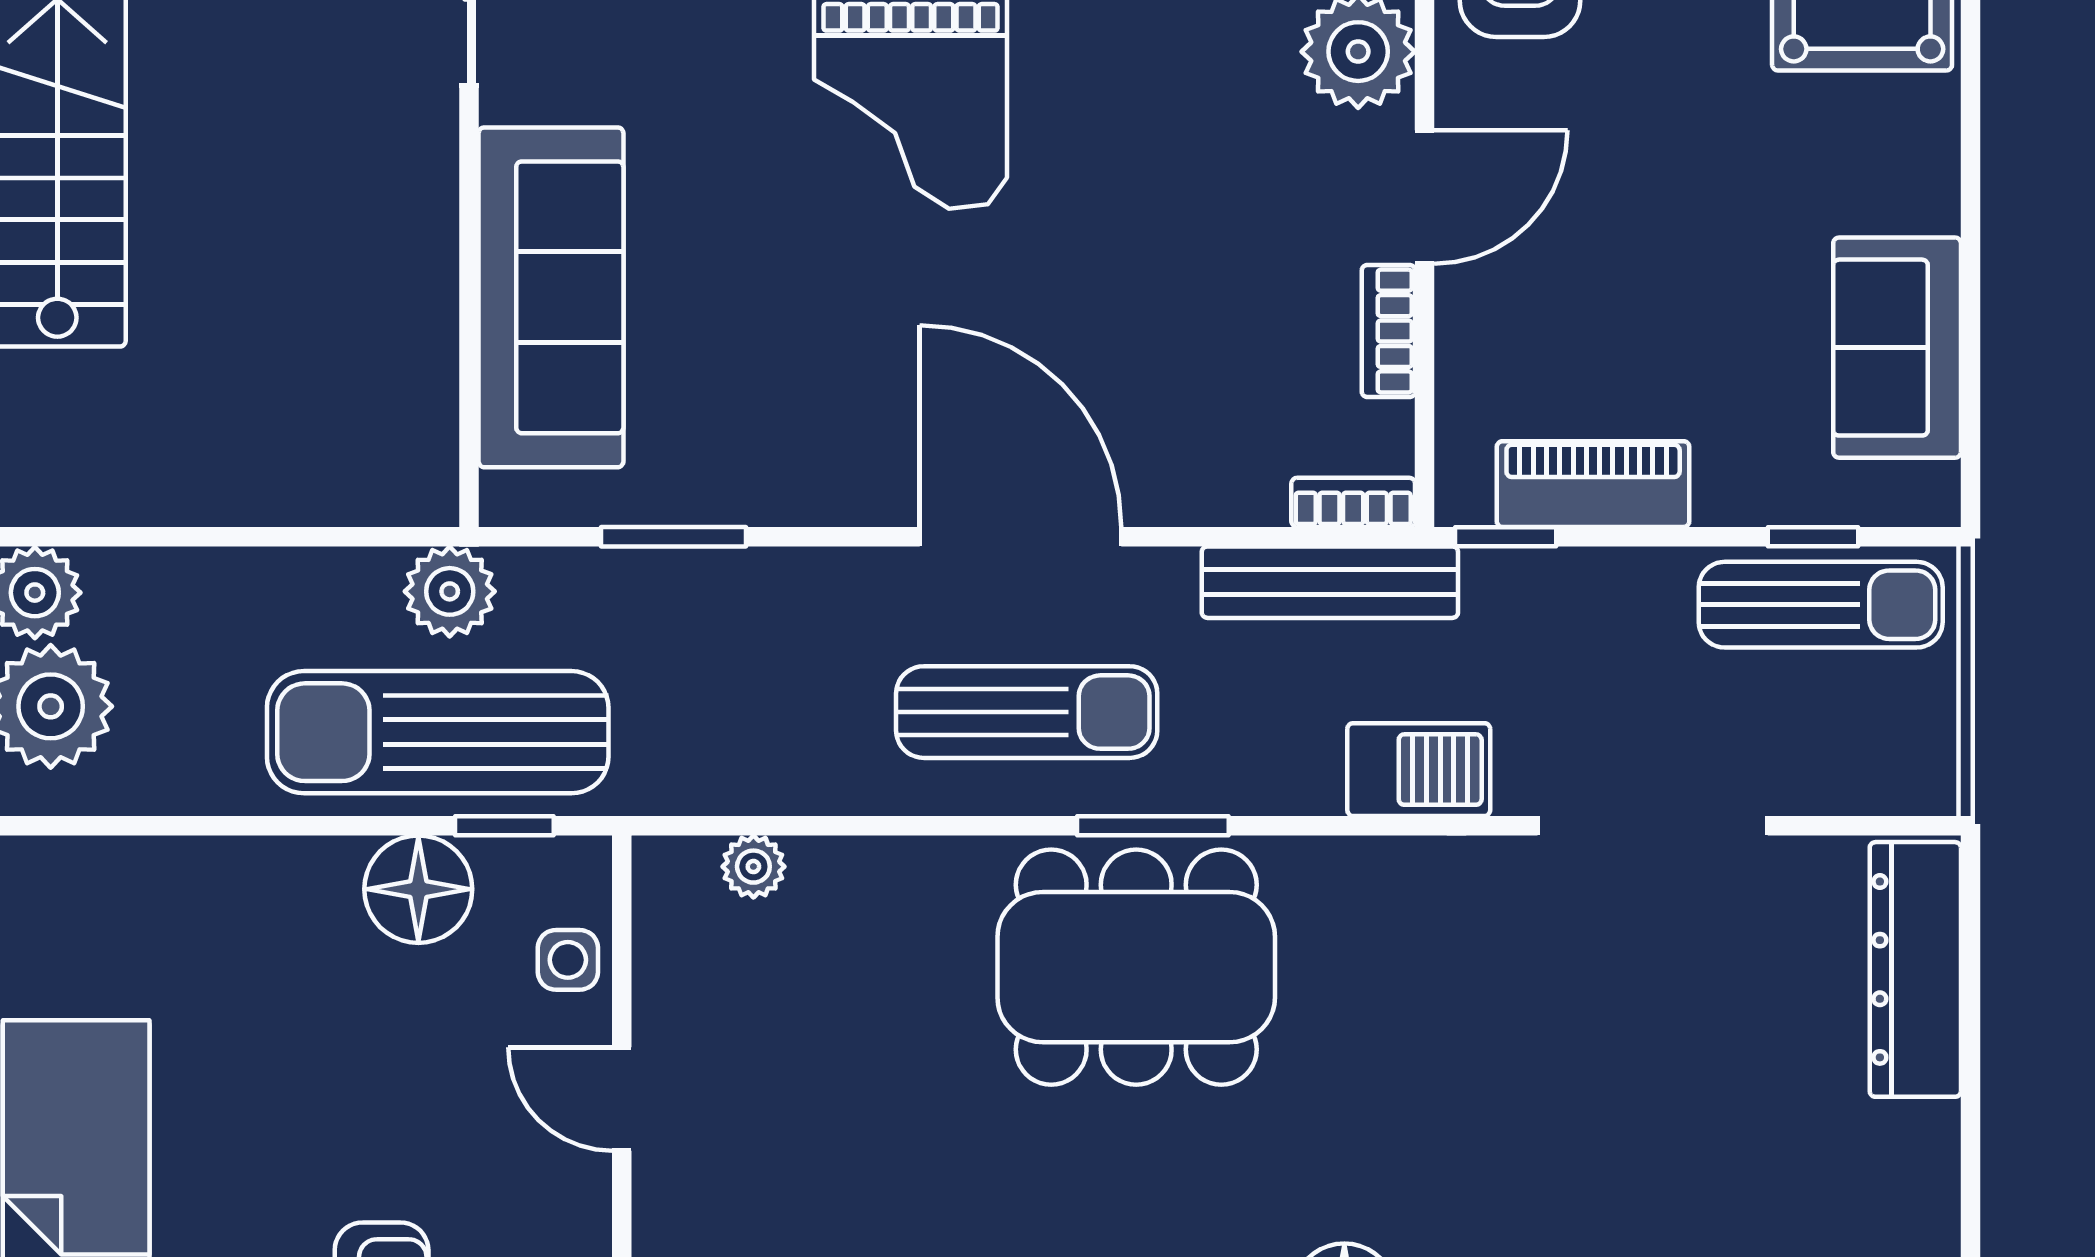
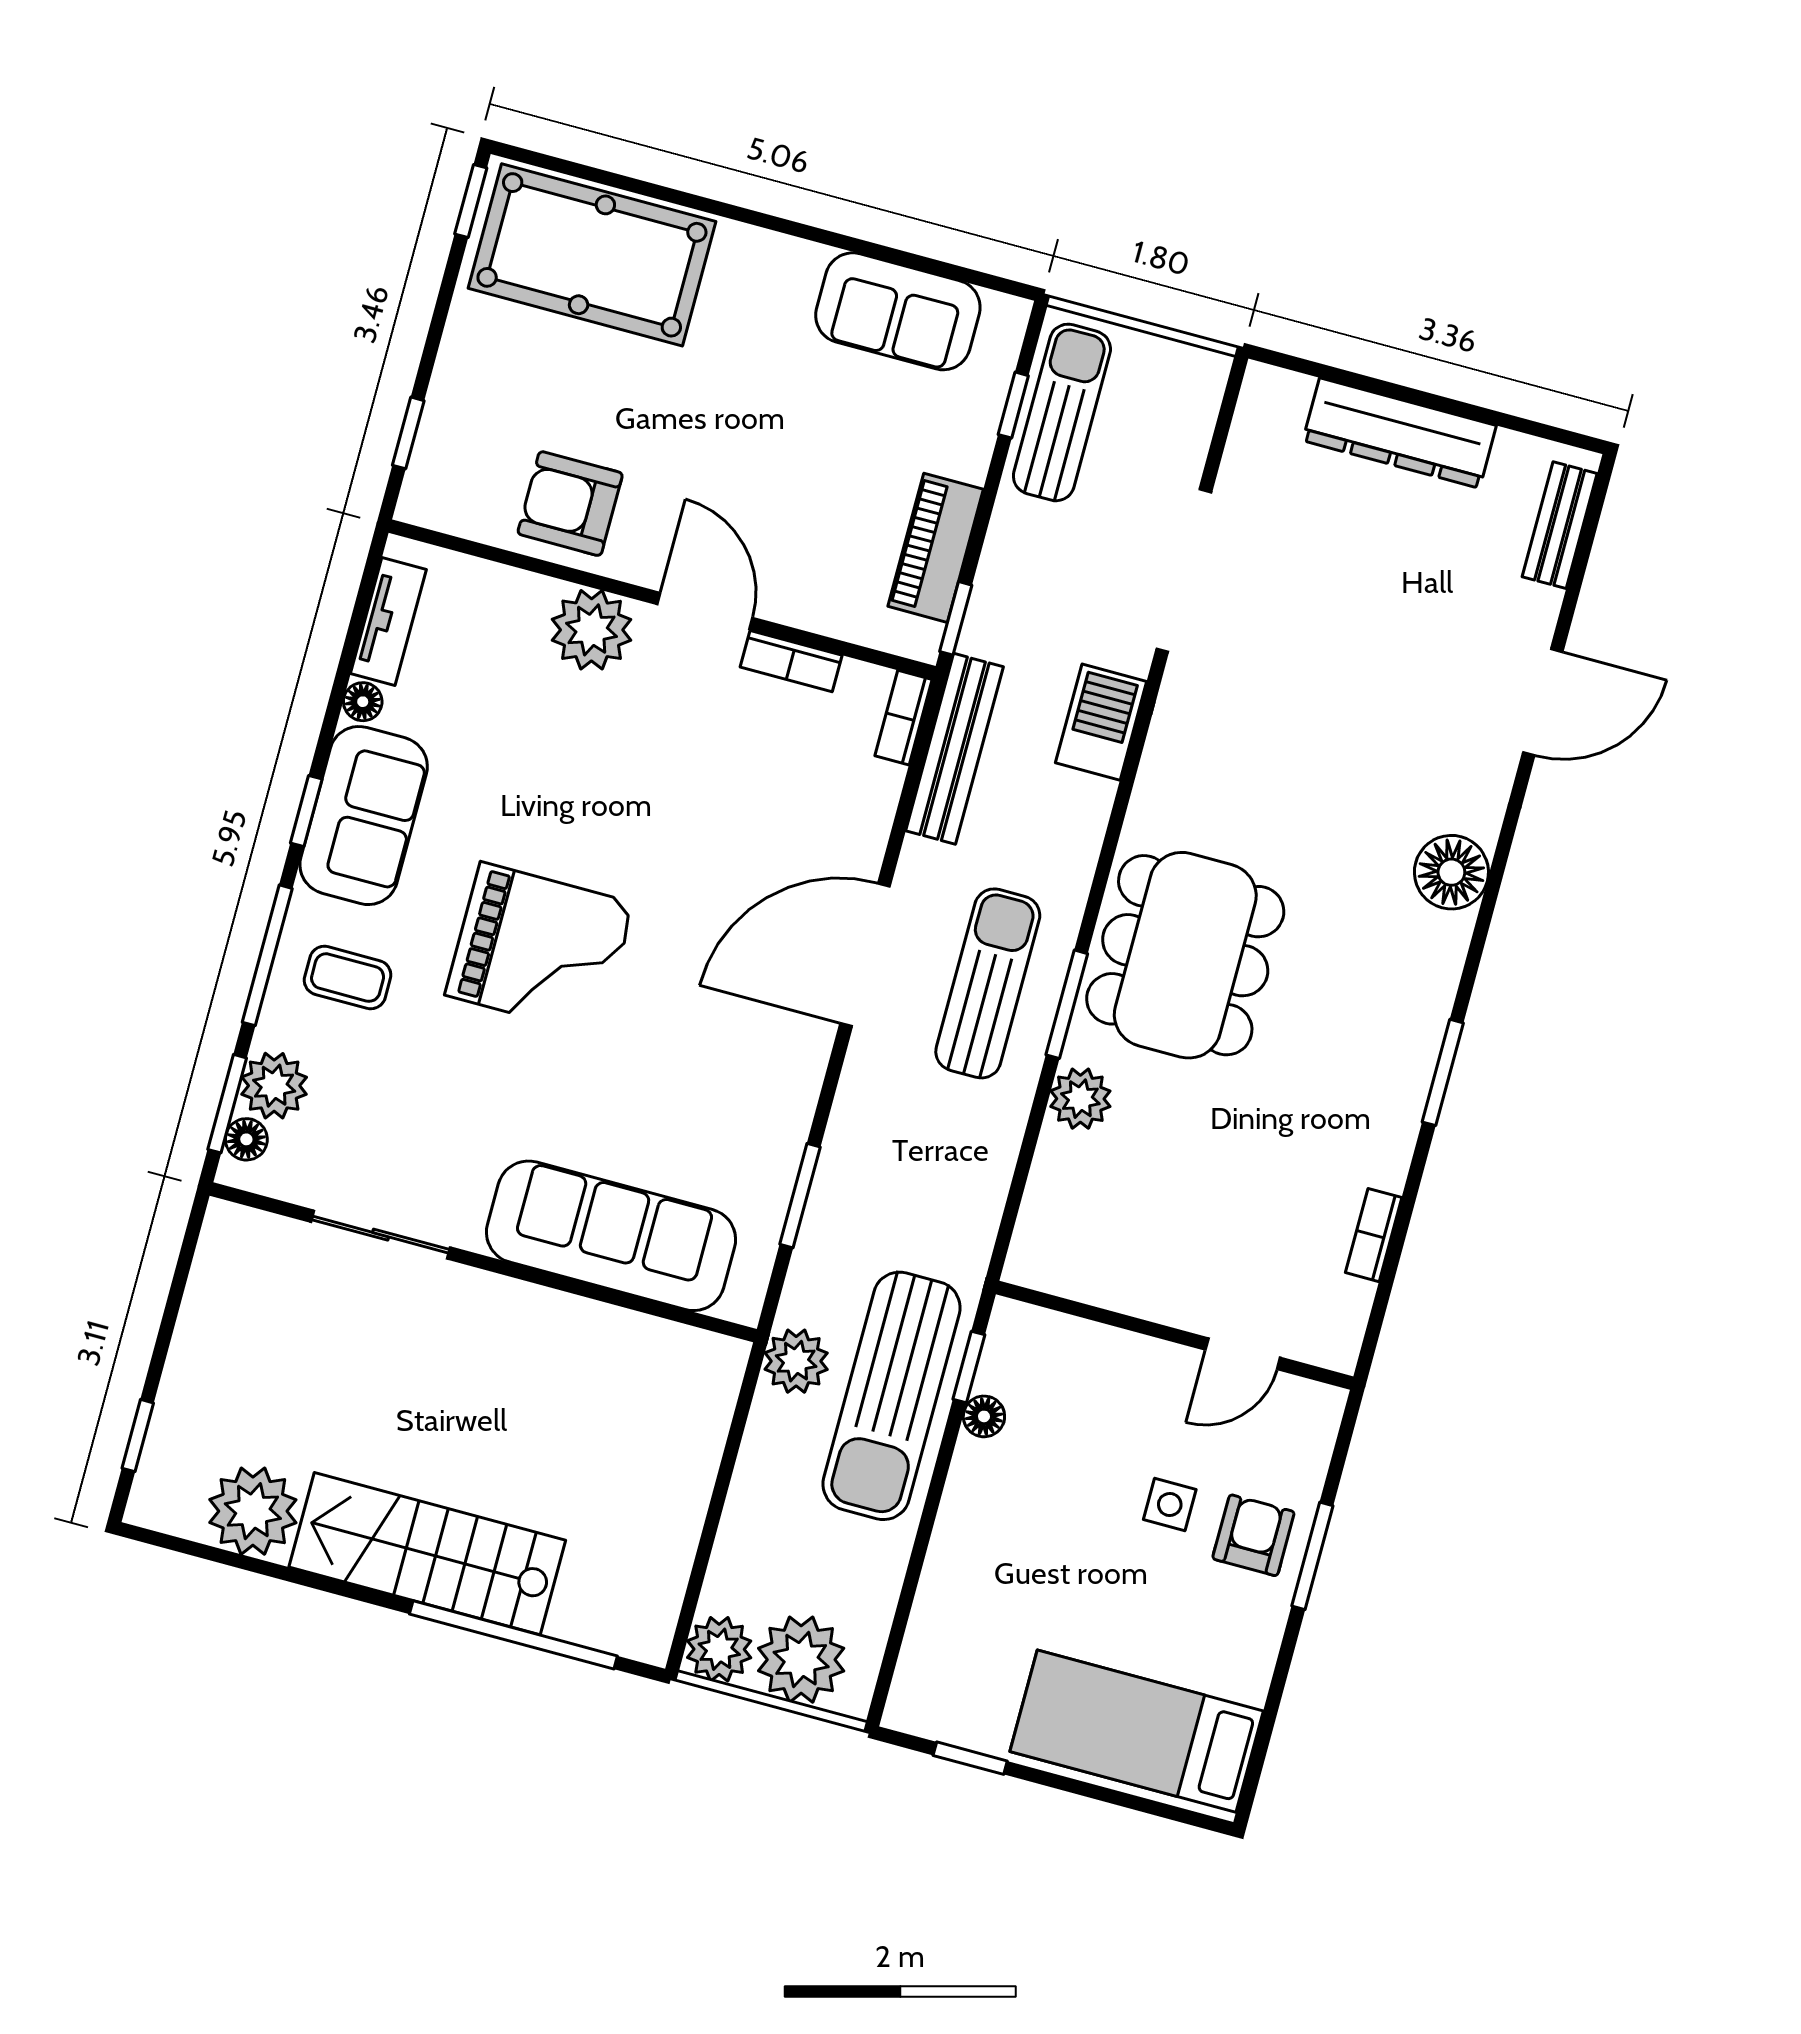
window: (1153, 826) -> (1067, 1004), moved
plant: (753, 867) -> (1080, 1099), moved, width x1.38, depth x1.38
floor lamp: (418, 889) -> (984, 1416), width x0.53, depth x0.53
side table: (568, 960) -> (1170, 1504), moved
dresser: (1915, 969) -> (1400, 433), moved
door: (622, 1099) -> (1243, 1354), moved

